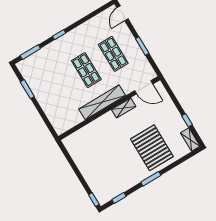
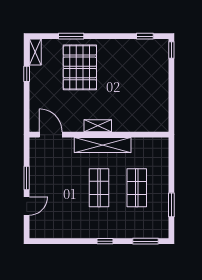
door: (122, 13) -> (27, 206), moved
shop shelf: (113, 54) -> (137, 188), moved
shelving: (124, 108) -> (98, 126), moved
window: (151, 179) -> (71, 36), moved

